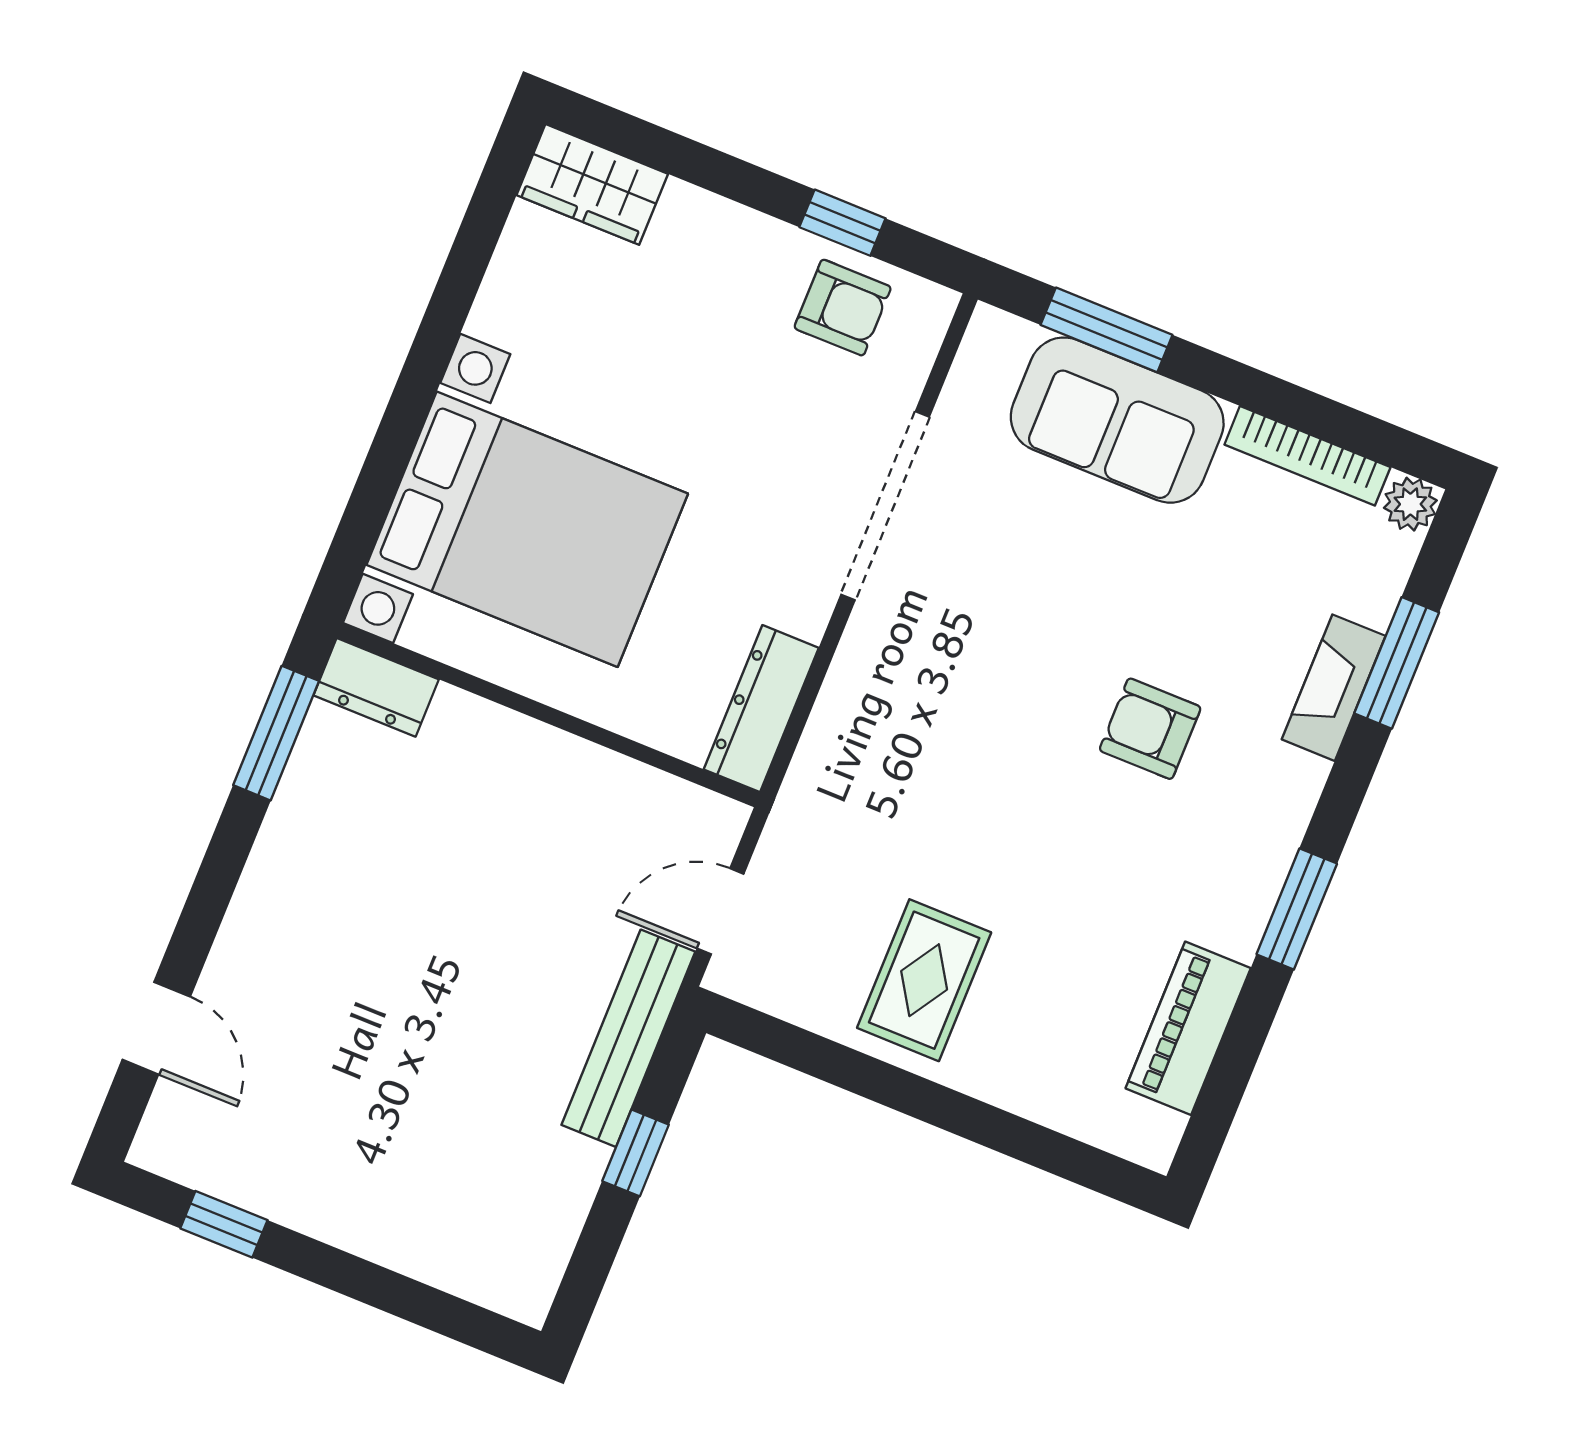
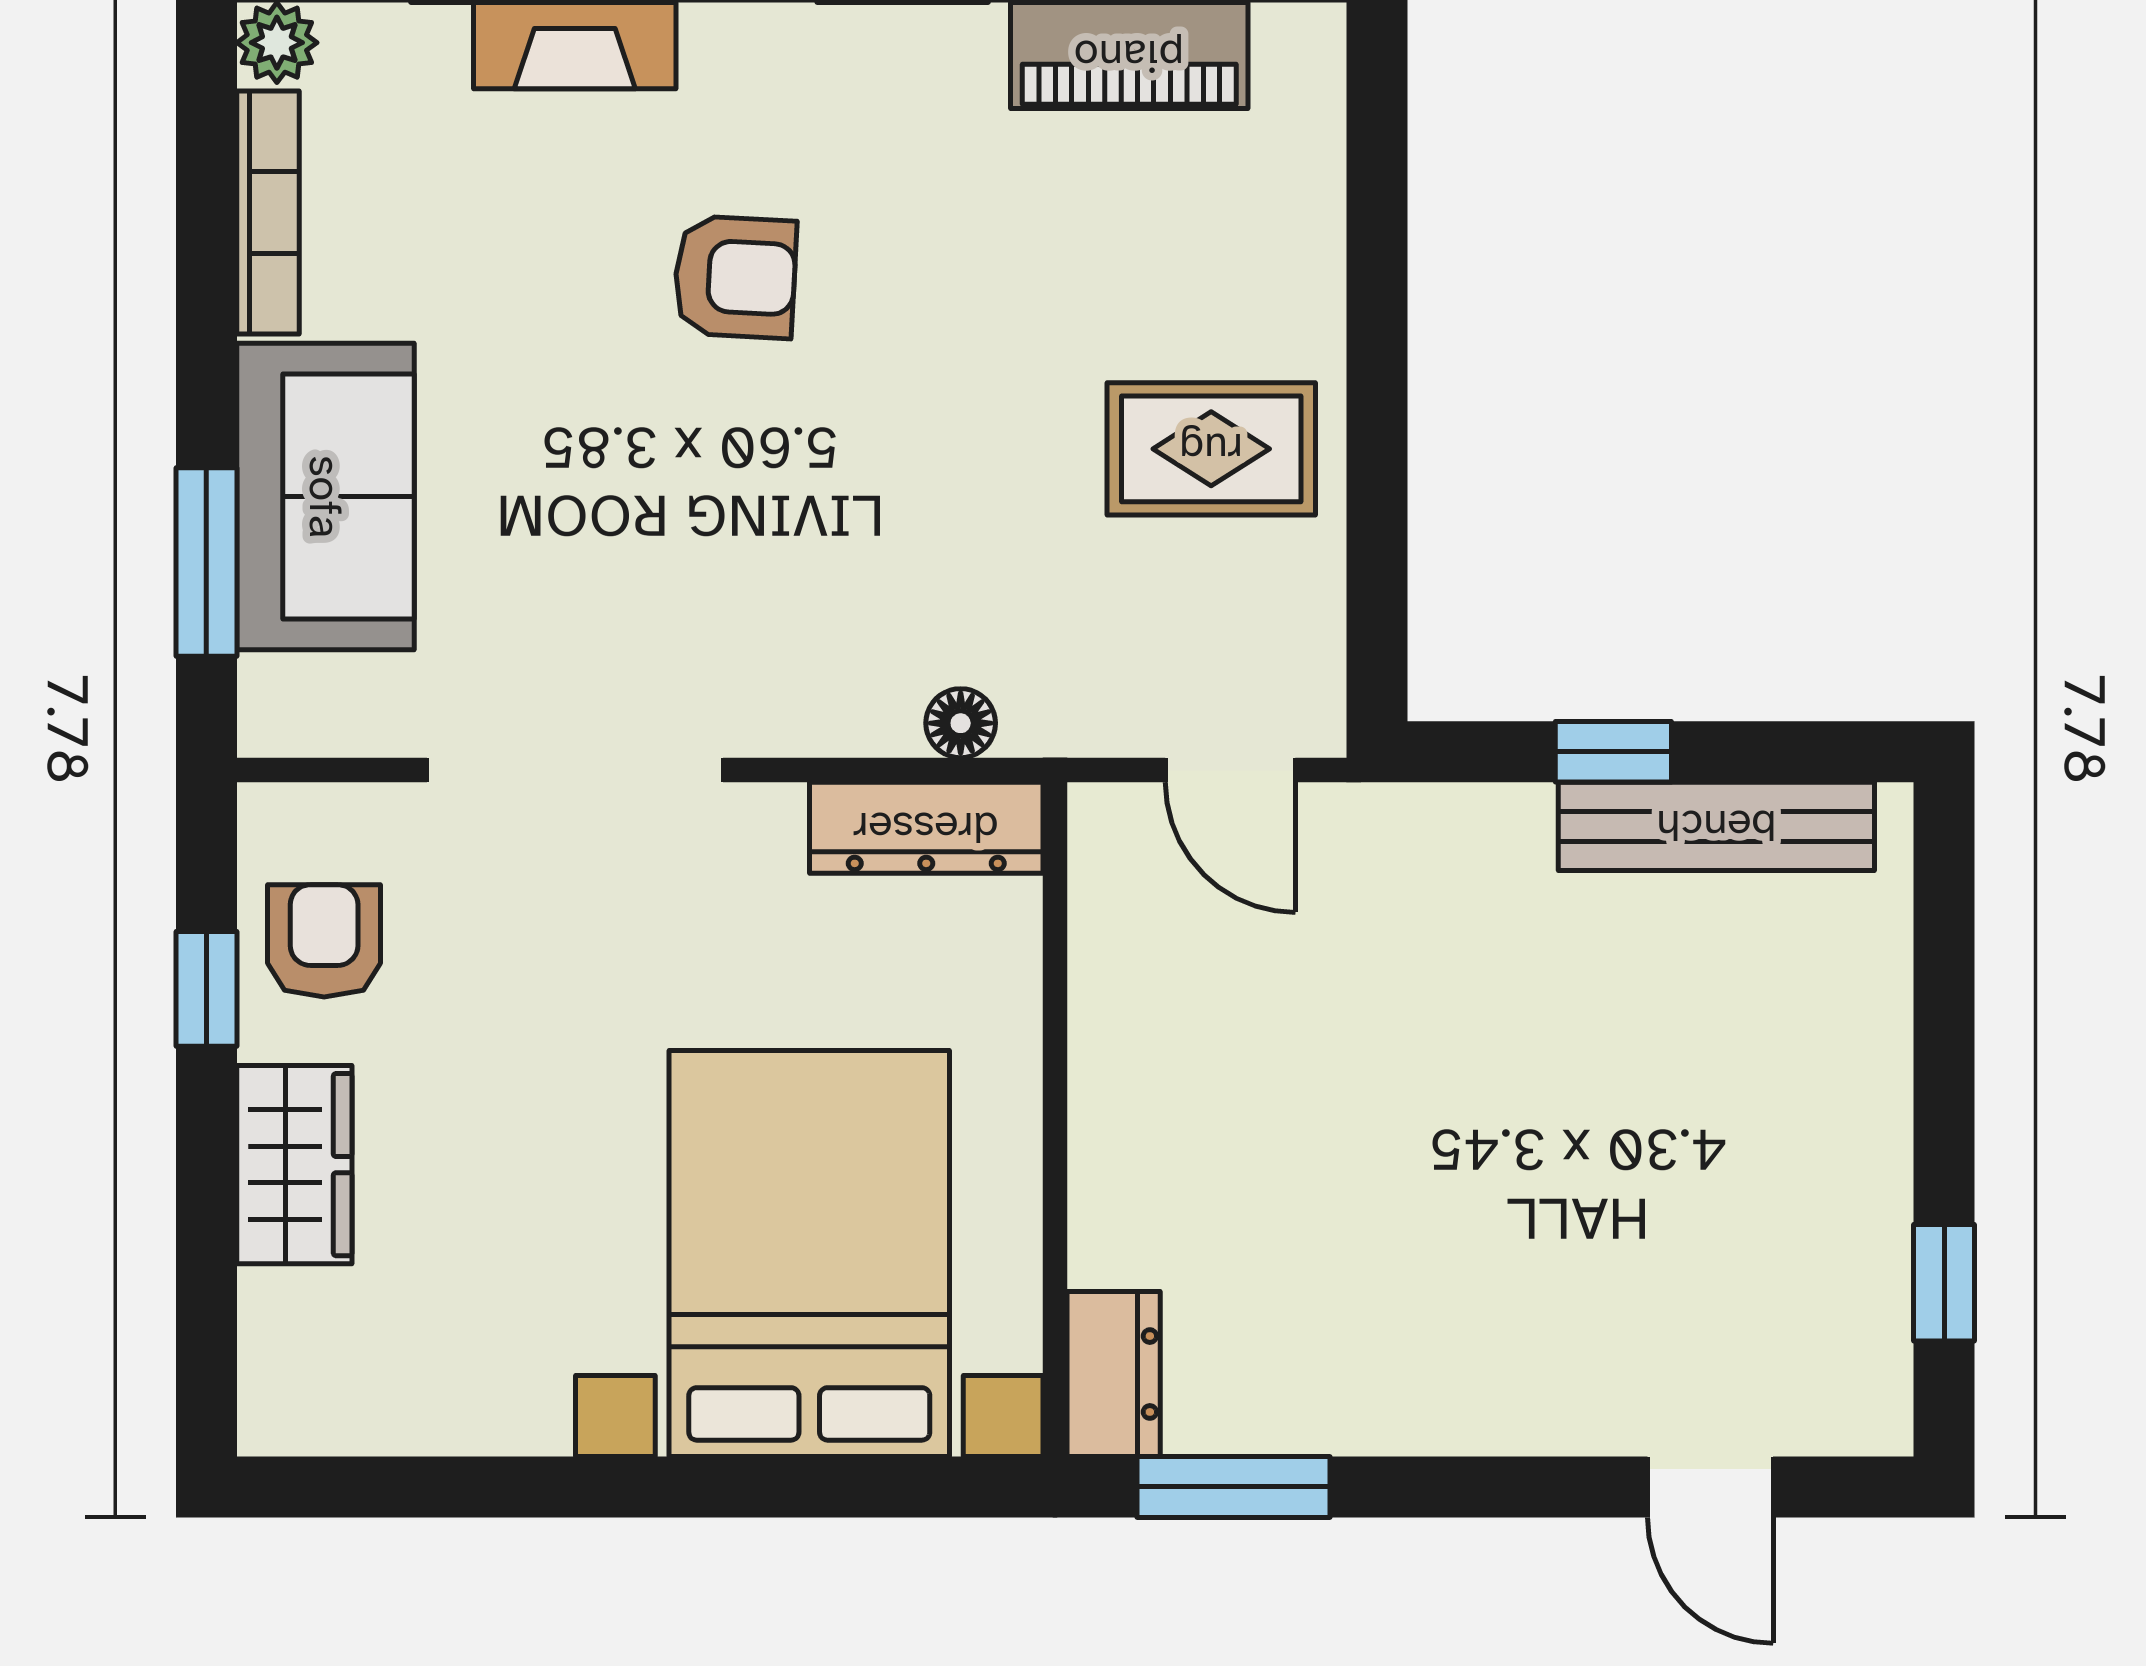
wardrobe: (592, 184) -> (294, 1165), moved
armchair: (1150, 729) -> (735, 277), turned -87
floor lamp: (817, 756) -> (961, 723), added
door: (156, 1028) -> (1710, 1487), swing flipped
bench: (628, 1038) -> (1716, 826), moved

